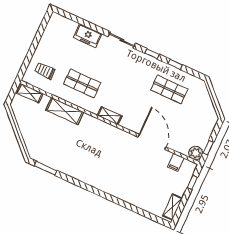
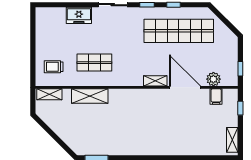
shop shelf: (169, 89) -> (179, 31), width x2.00, depth x1.36
shelving: (110, 116) -> (155, 81), moved
plant: (196, 153) -> (213, 79), moved

